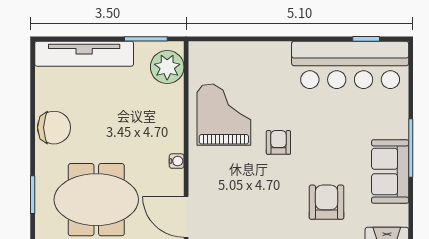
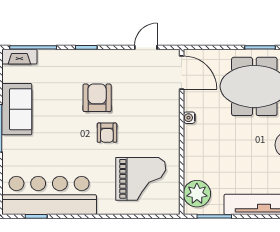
grand piano: (224, 115) -> (141, 179), moved, turned -90
armchair: (327, 202) -> (97, 98), moved, turned 180

